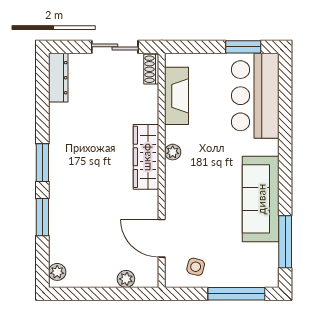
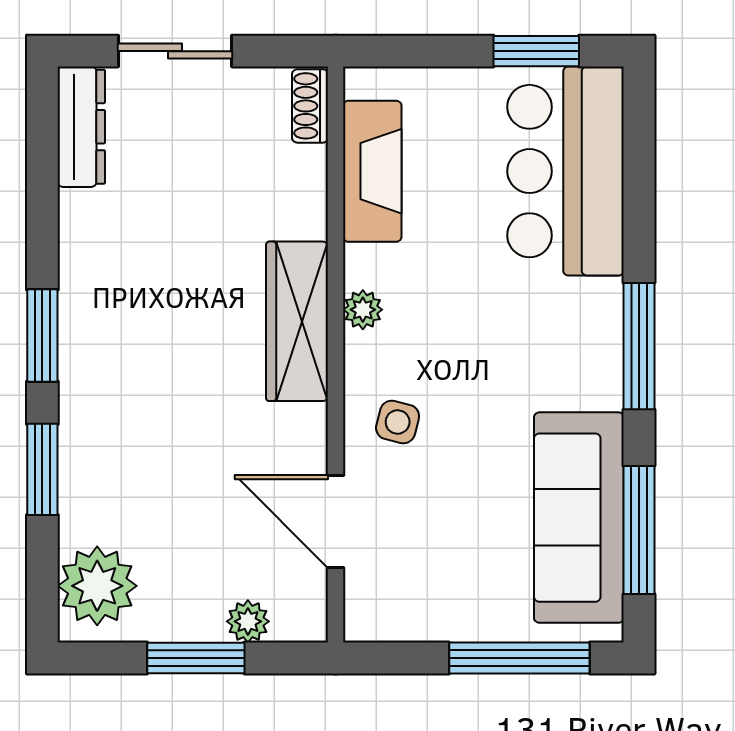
sliding door: (115, 47) -> (175, 51), moved
window: (285, 167) -> (639, 346), added
sofa: (261, 199) -> (579, 518), moved
side table: (196, 267) -> (398, 422), moved
plant: (57, 272) -> (97, 586), width x1.88, depth x1.88
window: (105, 294) -> (196, 658), added

